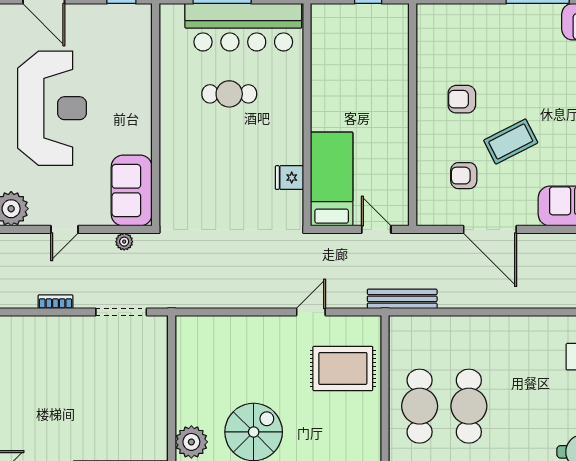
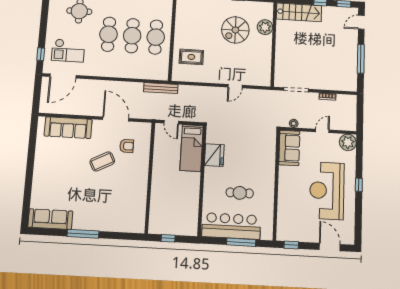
armchair: (462, 99) -> (125, 184), removed
fridge: (289, 178) -> (214, 155), width x1.88, depth x1.34
door: (311, 312) -> (235, 86), moved
rug: (343, 368) -> (191, 57), width x0.73, depth x0.70
cafe table: (518, 406) -> (109, 34), added

